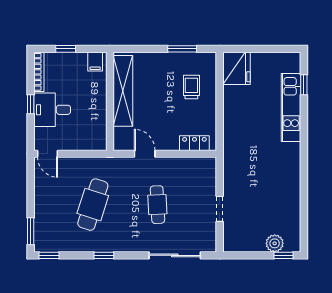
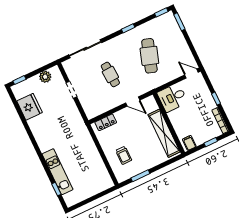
fridge: (236, 68) -> (30, 107), moved, turned 180
desk: (52, 110) -> (172, 98), moved, turned 180
plant: (275, 243) -> (45, 77), moved

